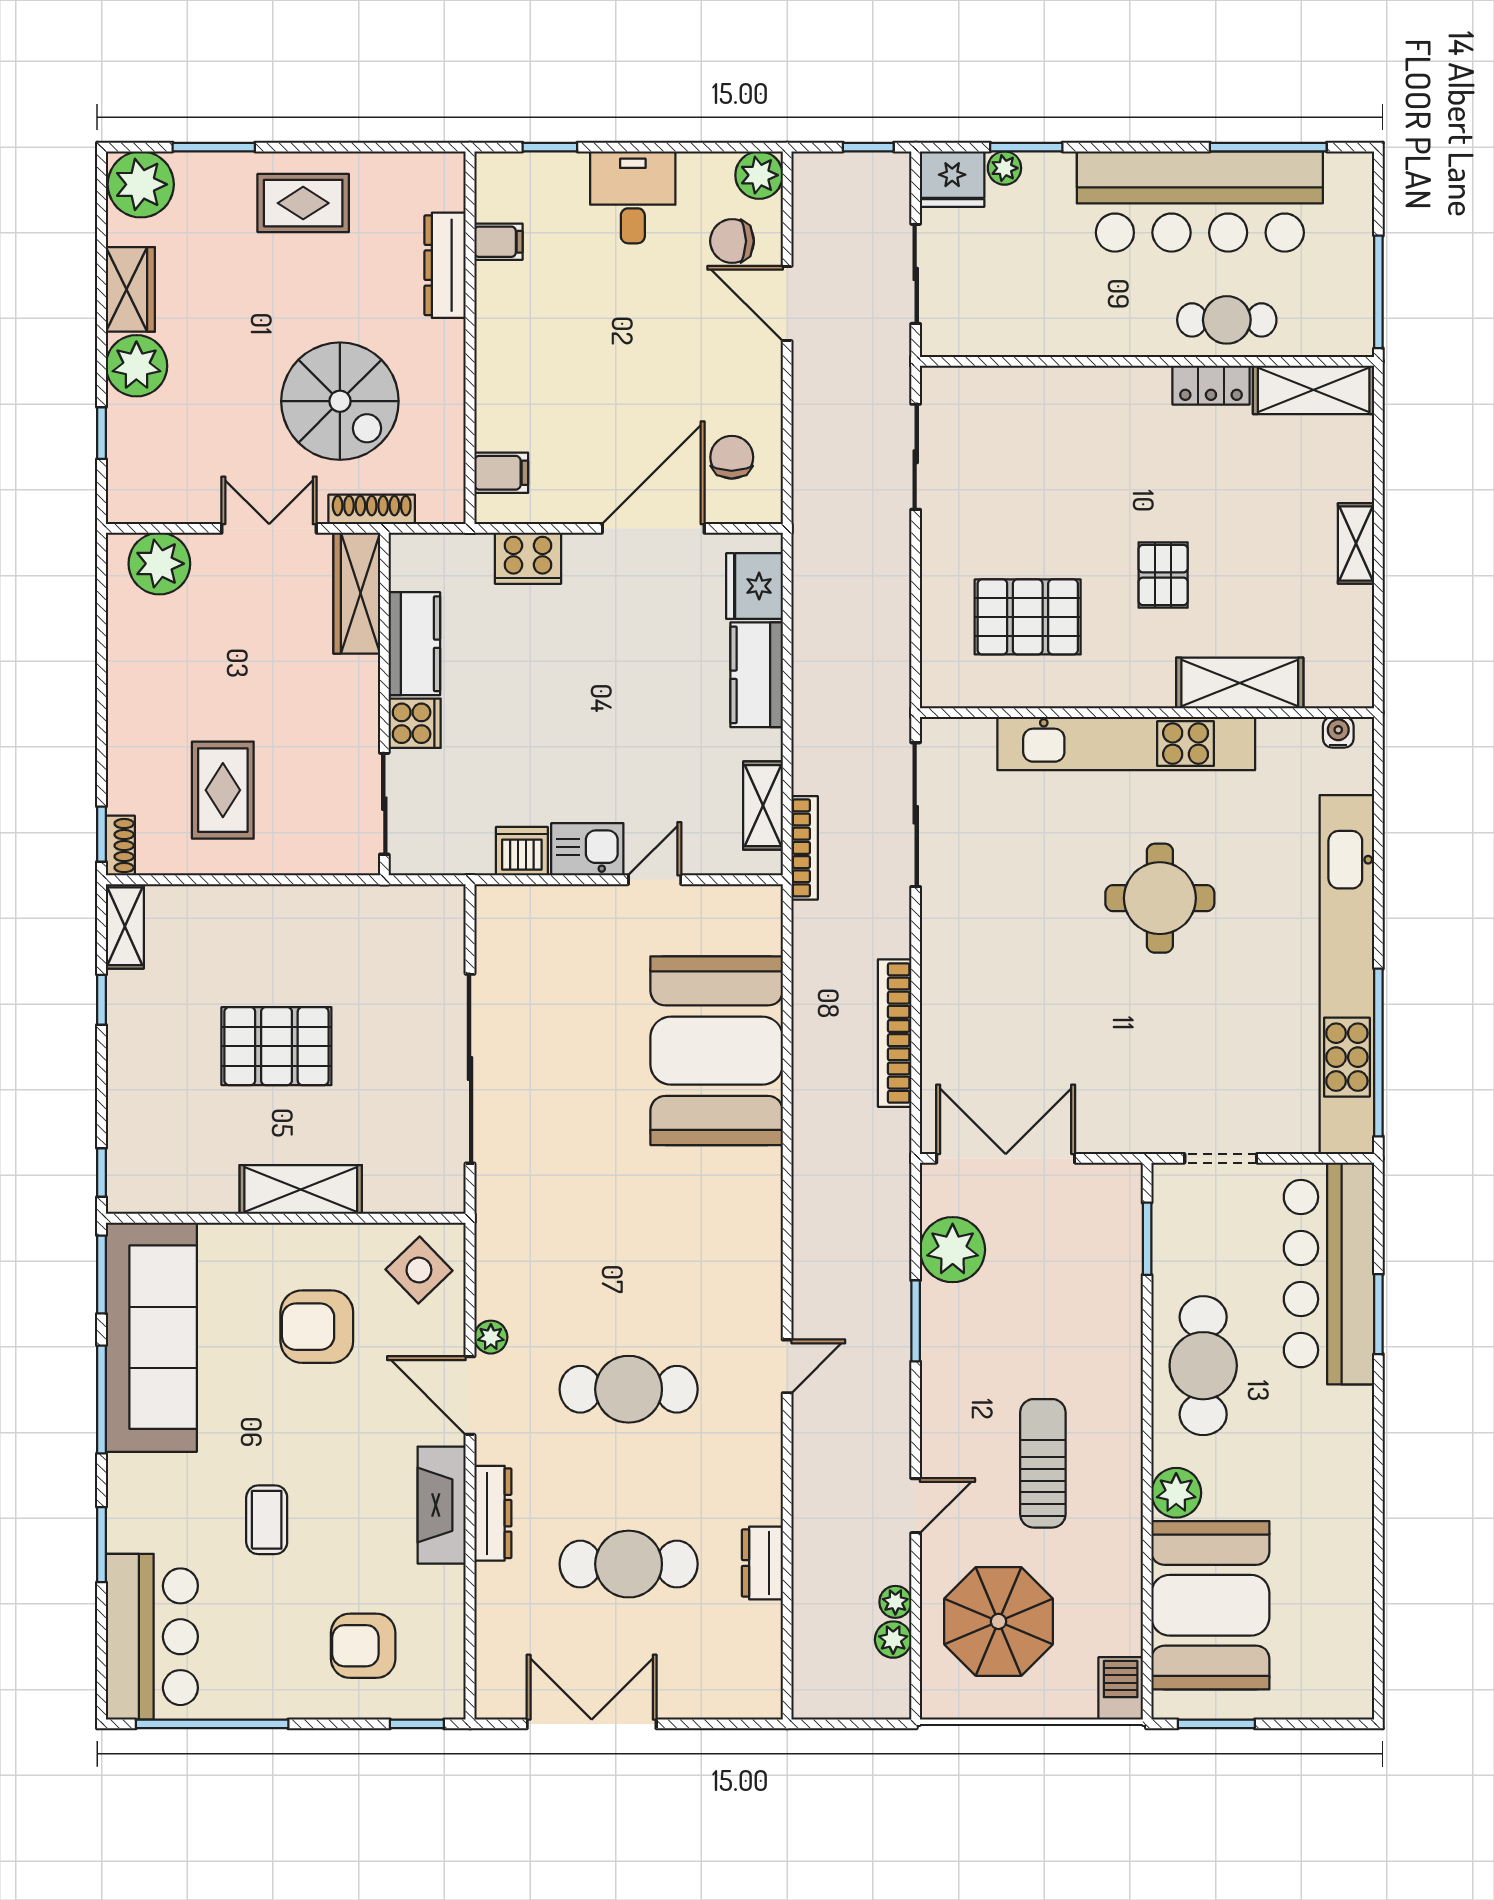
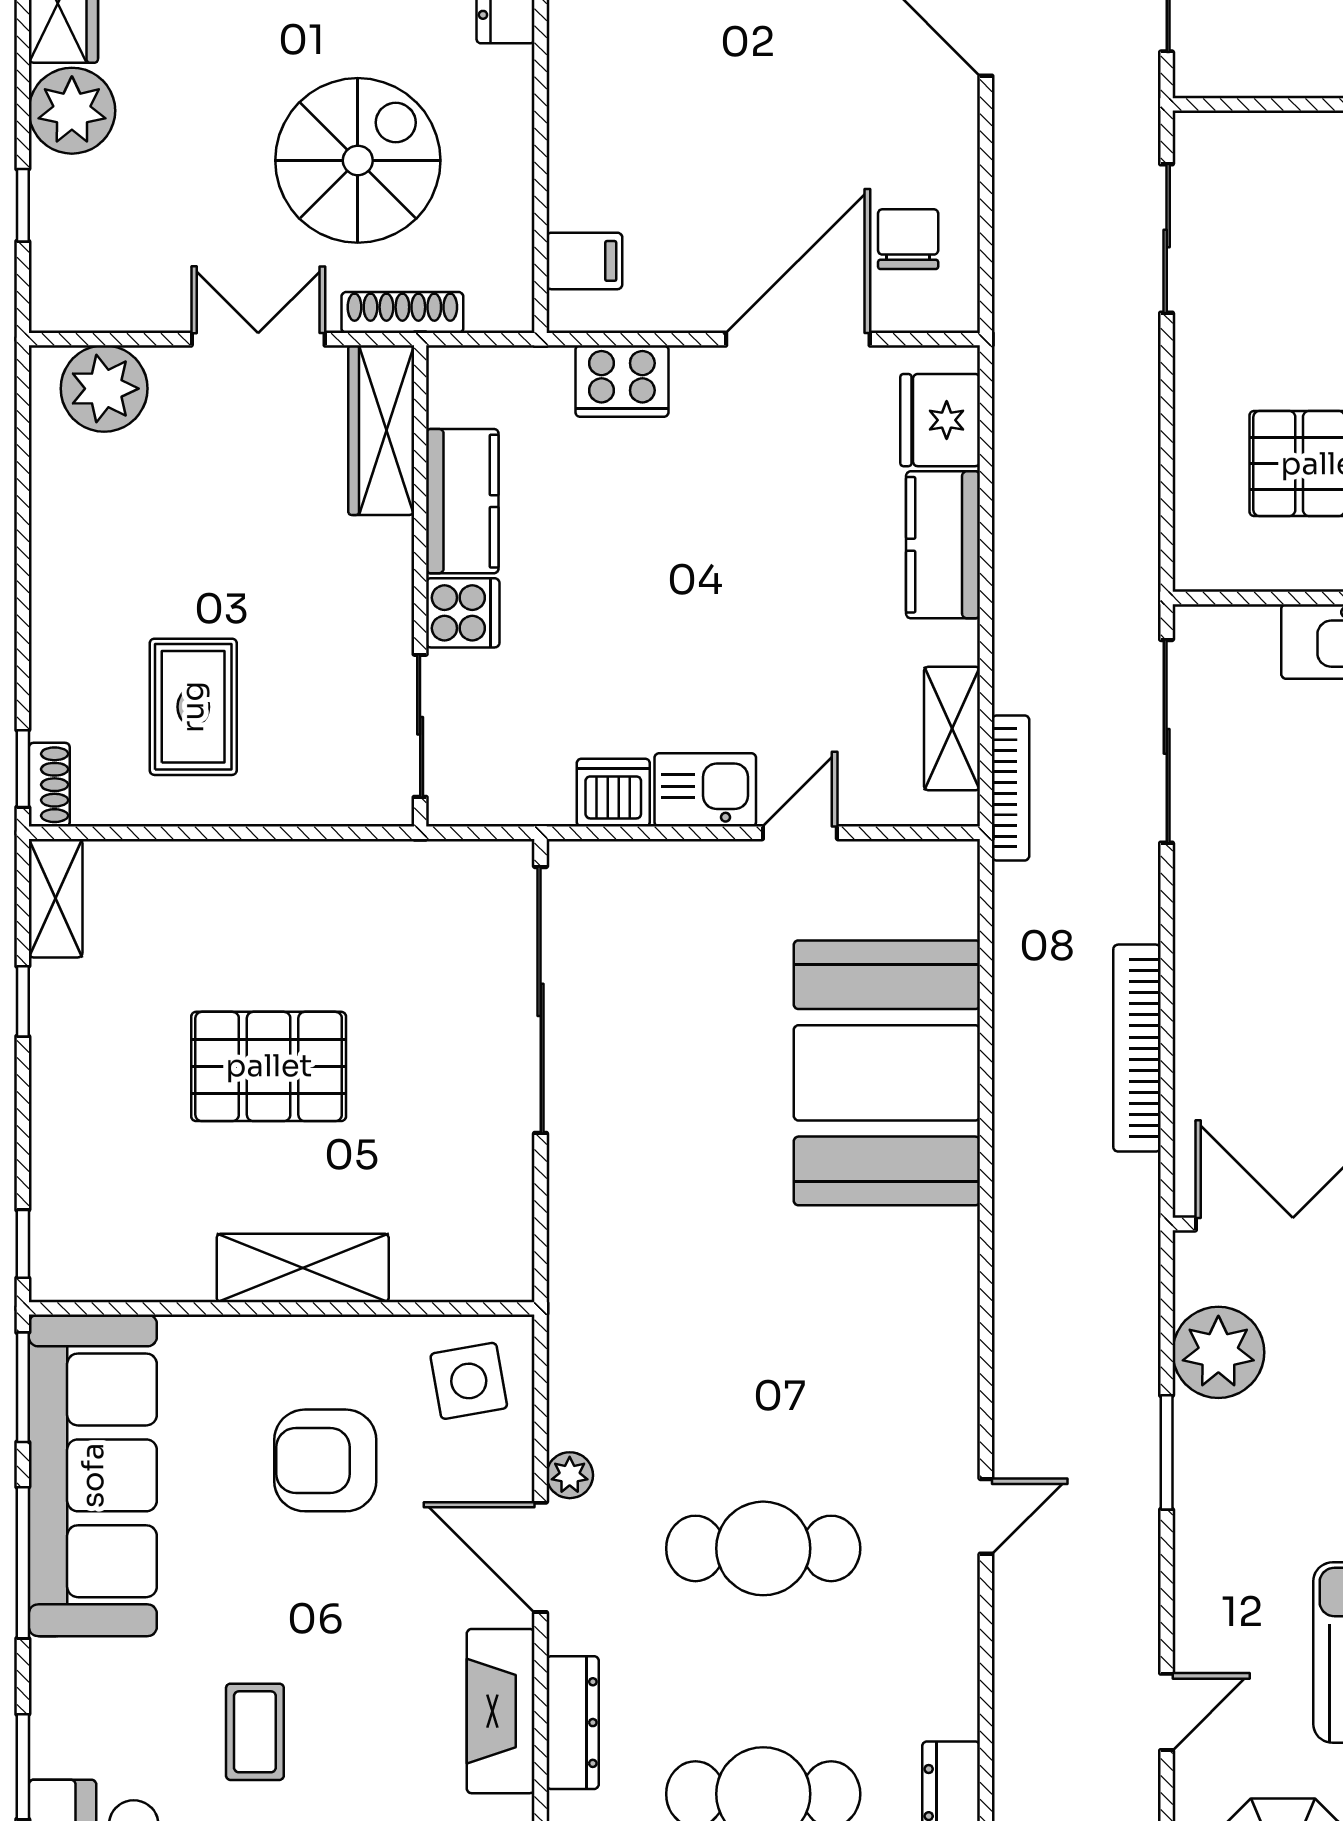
spiral stairs: (340, 401) -> (358, 160), turned -90
sliding door: (470, 1069) -> (541, 1000), moved
side table: (419, 1270) -> (469, 1381), turned 34

